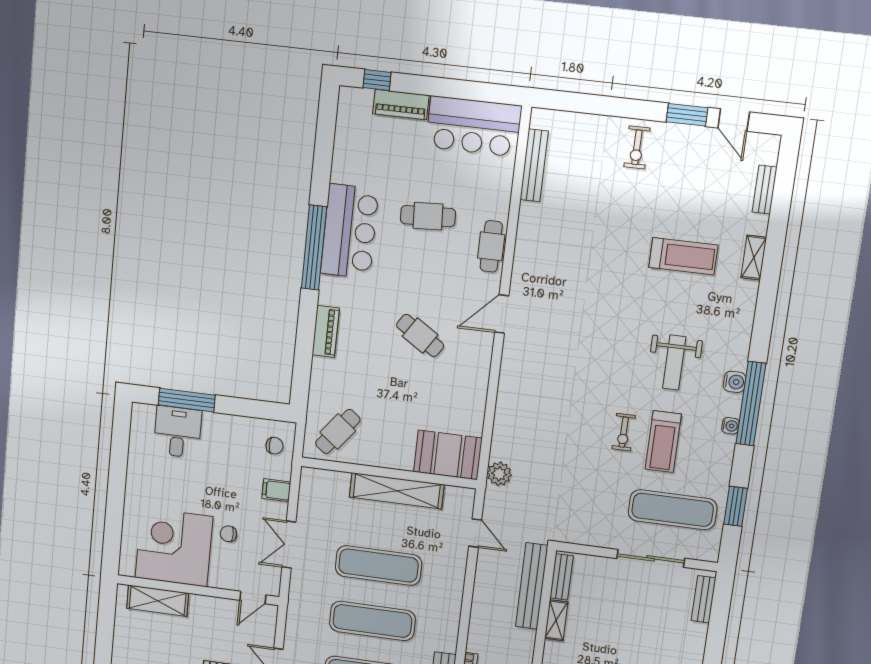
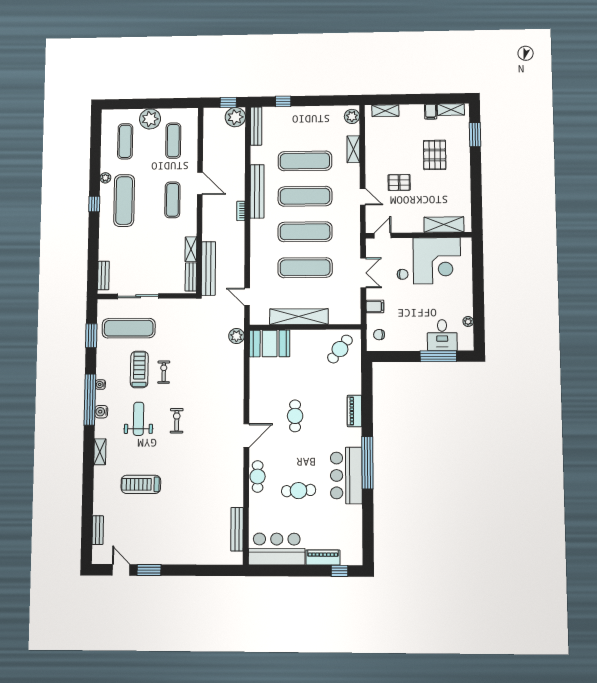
exercise bike: (637, 147) -> (177, 421), moved
shelving: (754, 257) -> (100, 452), moved
cafe table: (420, 336) -> (295, 416), turned 57
plant: (136, 447) -> (468, 321), added

